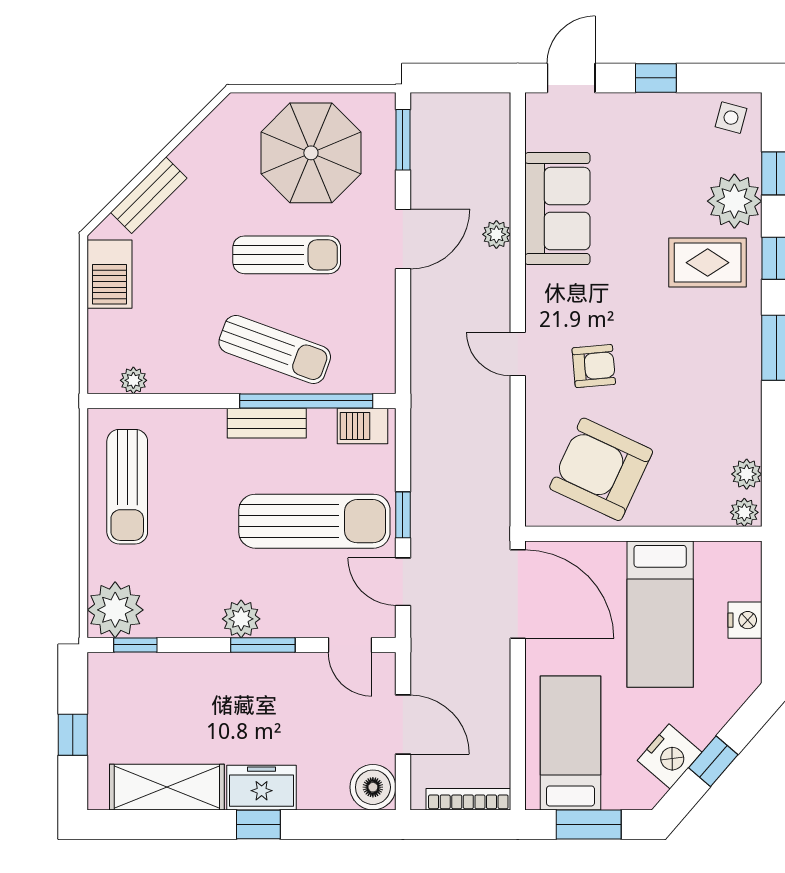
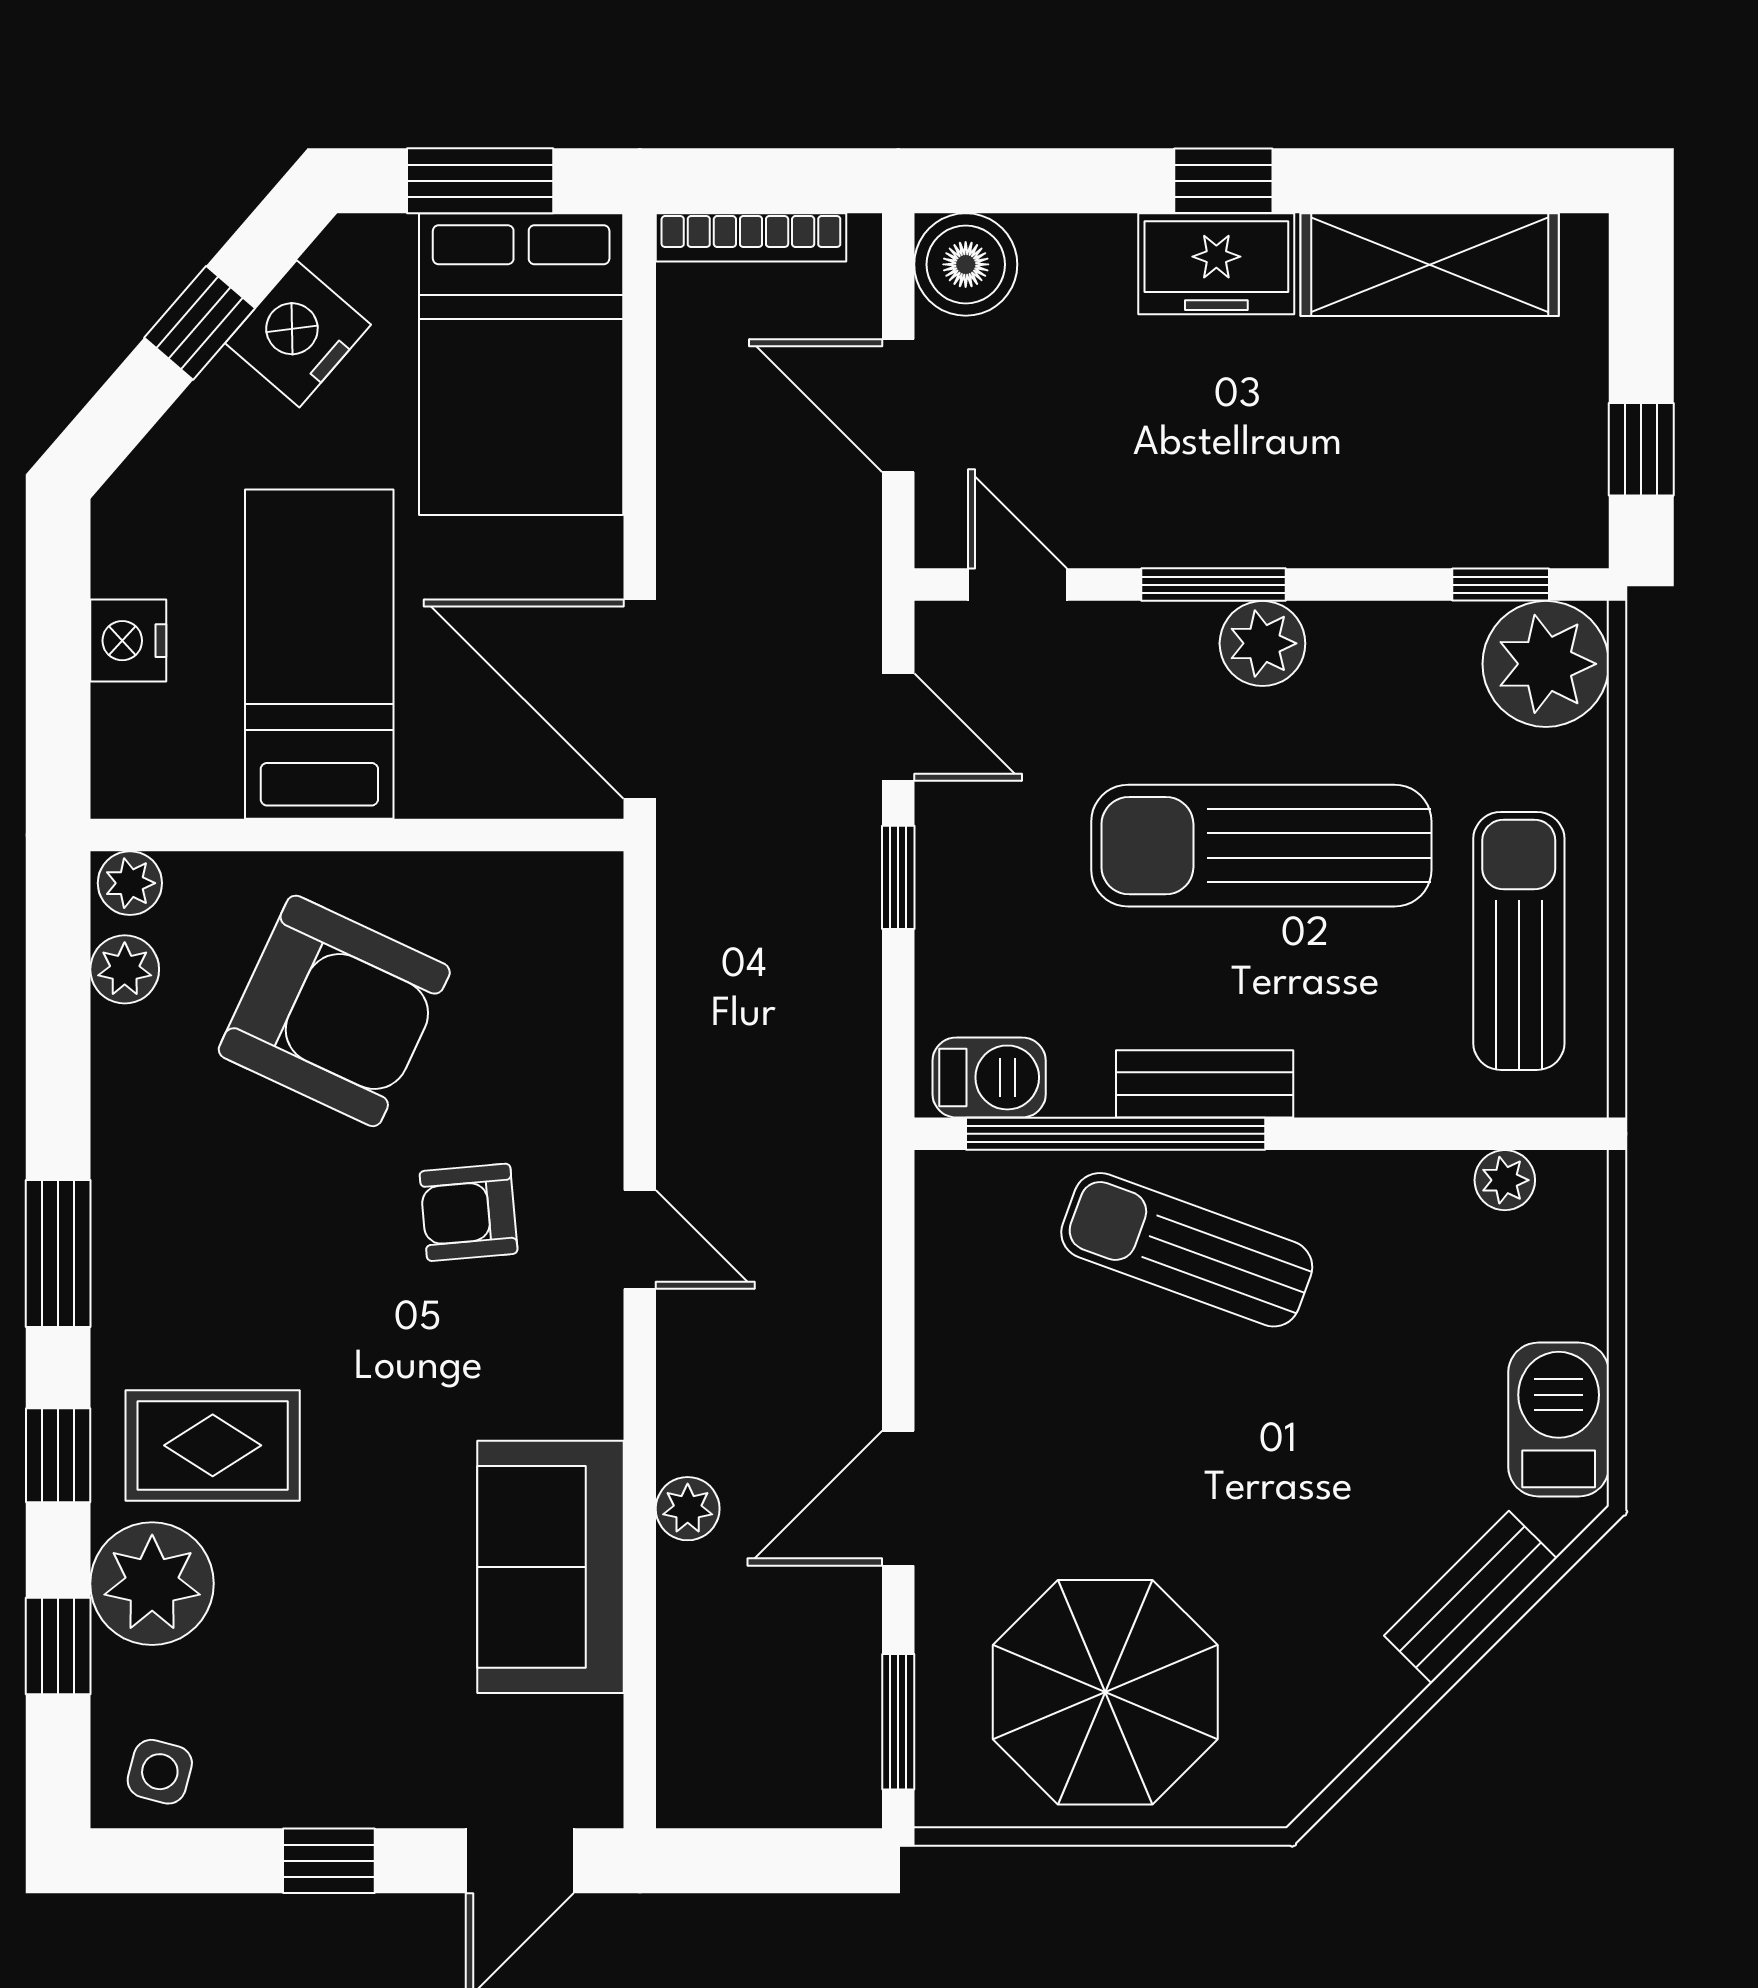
sun lounger: (287, 255) -> (1160, 1463), removed
armchair: (601, 469) -> (334, 1011), moved
sun lounger: (314, 521) -> (1261, 846), moved
window: (73, 735) -> (1641, 449), moved
bed: (570, 743) -> (521, 364), width x1.50

